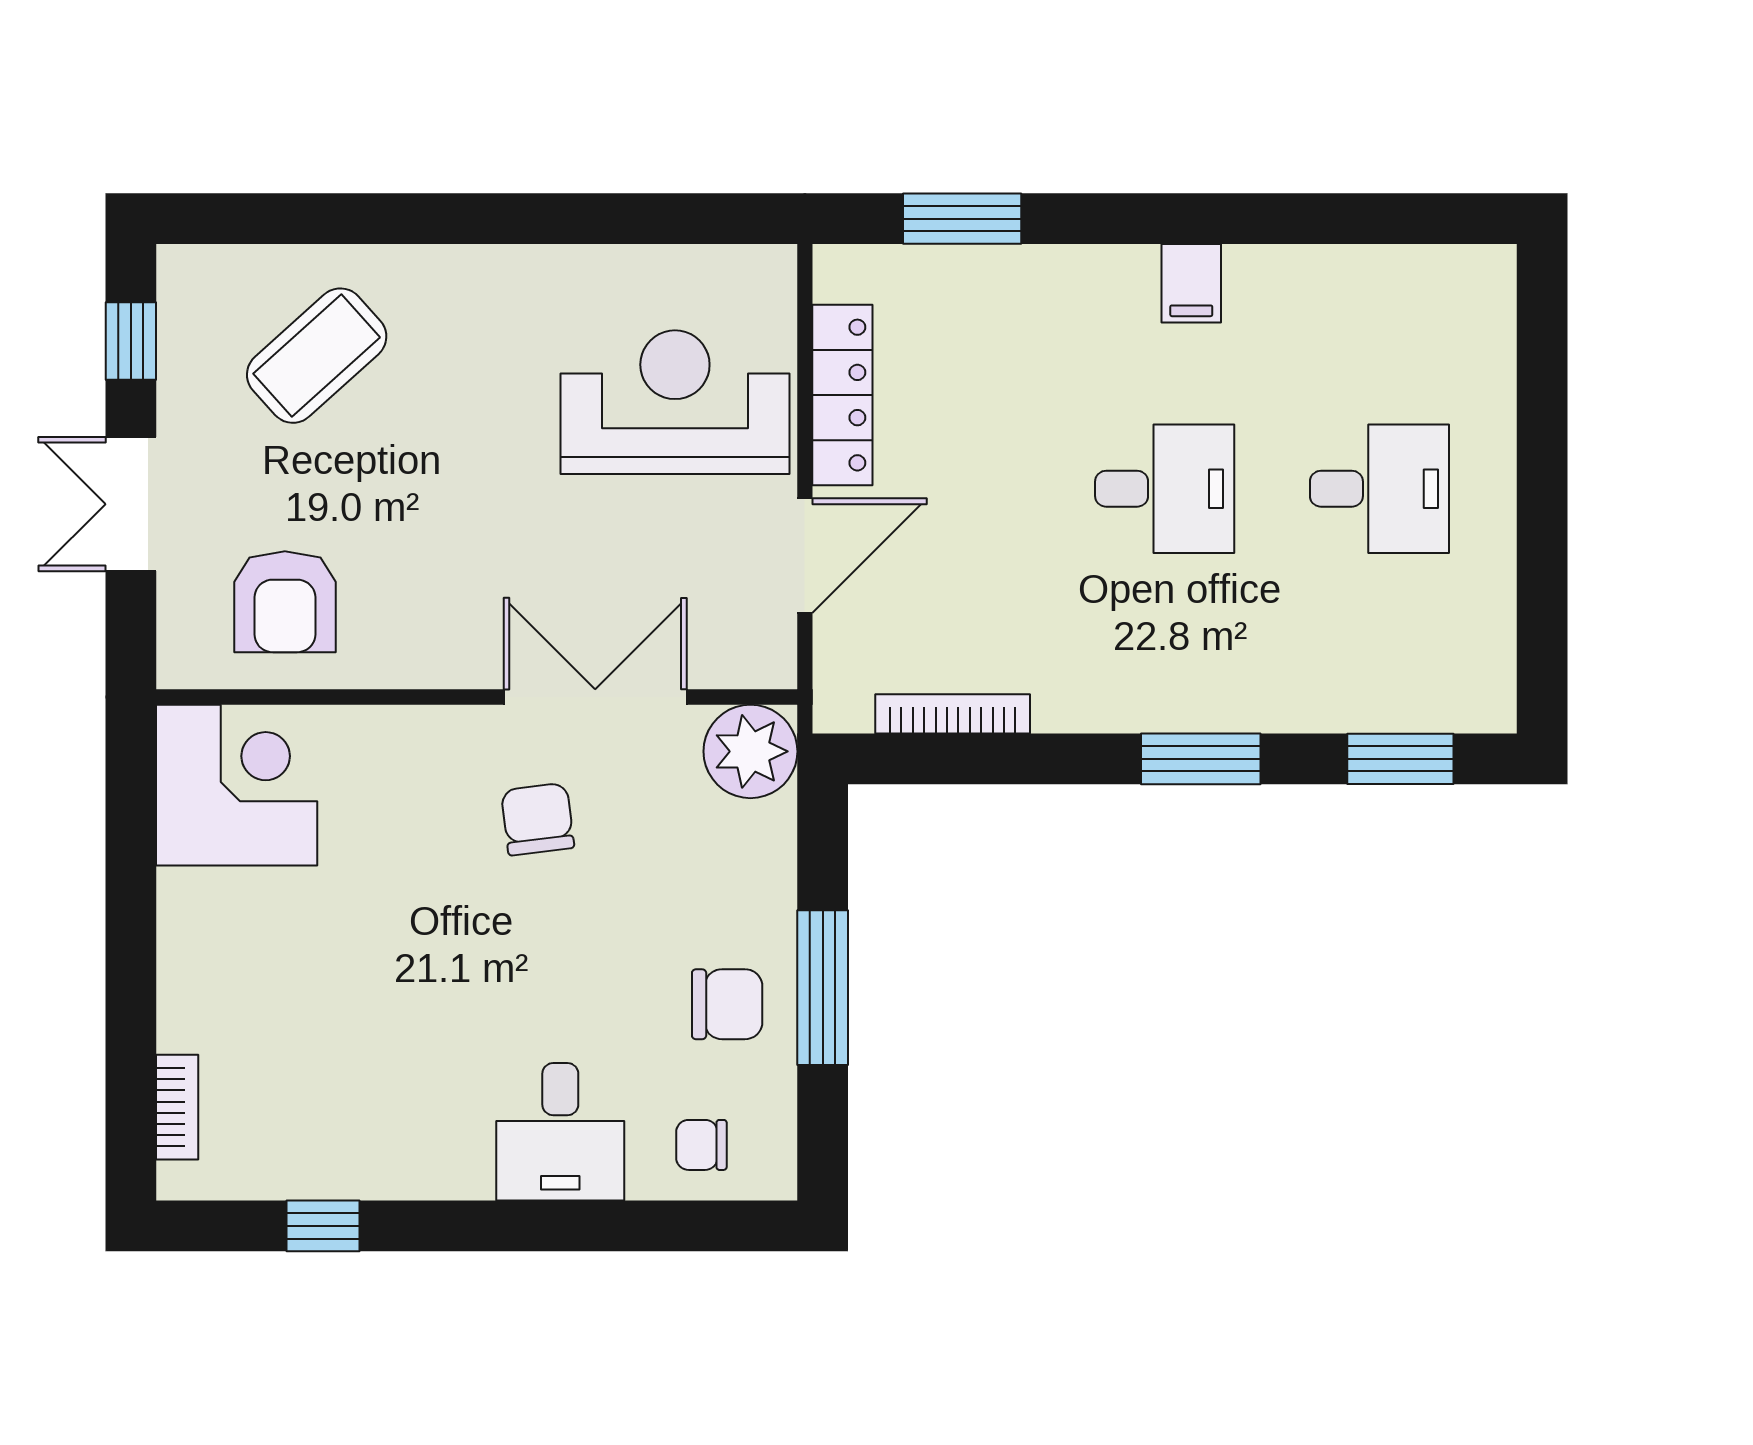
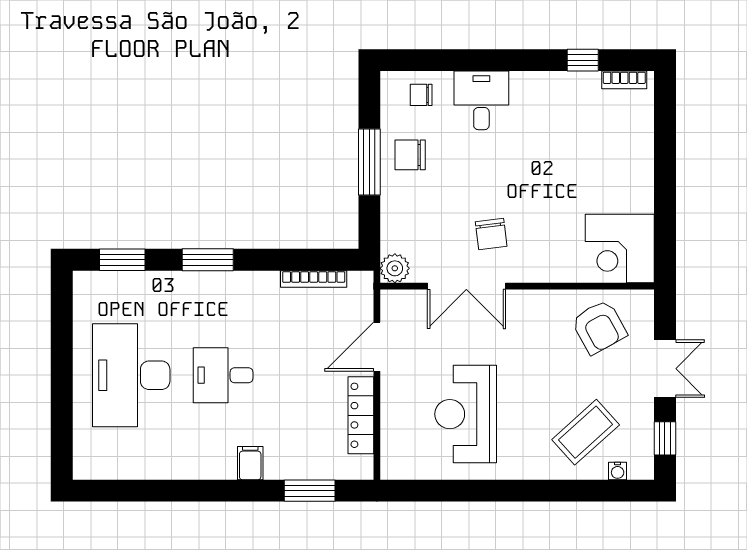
water cooler: (242, 265) -> (618, 471), added
filing cabinet: (1191, 283) -> (250, 463), moved
reception desk: (675, 402) -> (466, 414), moved, turned 90
desk: (1379, 489) -> (131, 375), width x1.87, depth x1.30
armchair: (285, 602) -> (599, 327), turned 151
plant: (750, 751) -> (395, 268), width x0.73, depth x0.73
bookcase: (177, 1107) -> (624, 80), moved, turned -90
chair: (701, 1145) -> (421, 95), turned 180

